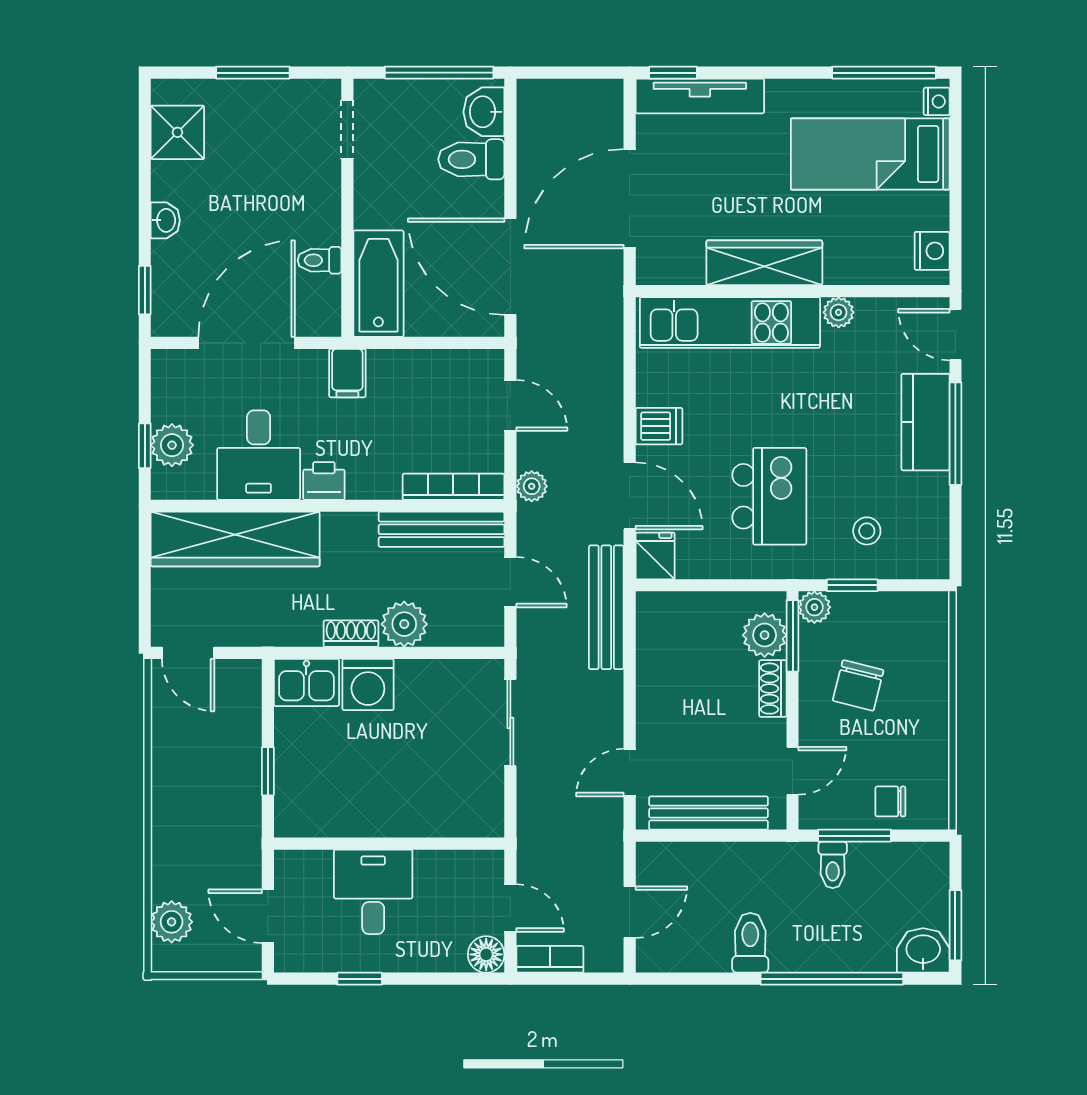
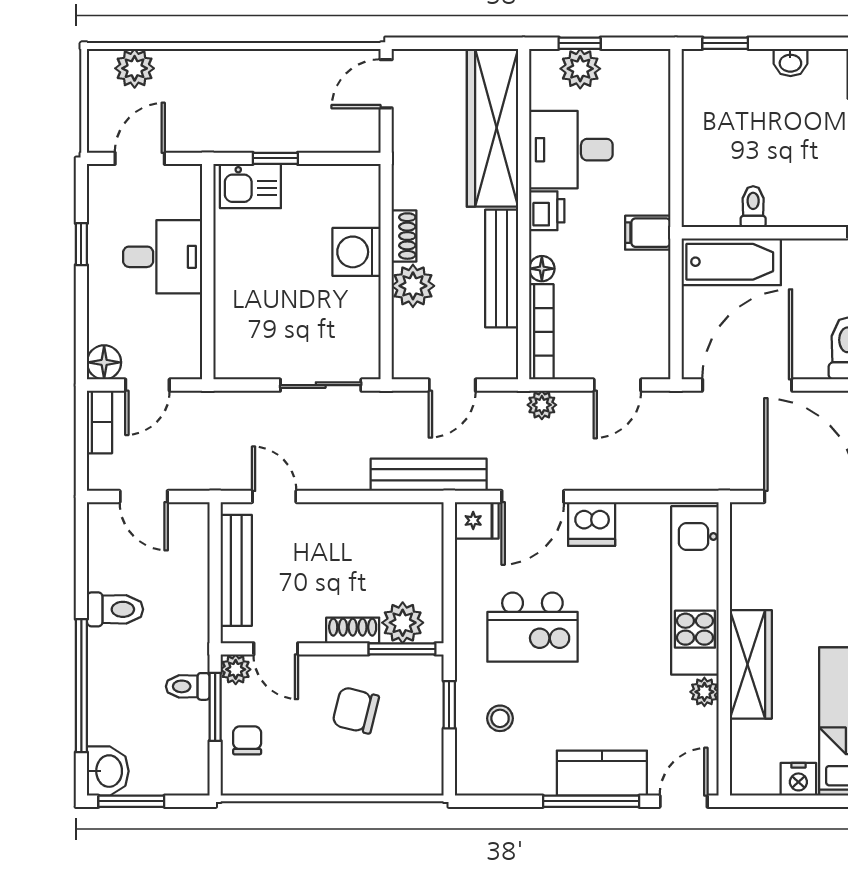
nightstand: (932, 251) -> (798, 779), moved
wardrobe: (764, 263) -> (751, 664), moved
door: (247, 343) -> (676, 138), removed
dishwasher: (659, 426) -> (592, 524), width x1.38
floor lamp: (386, 486) -> (542, 269), added
bench: (442, 529) -> (502, 268), moved
plant: (814, 607) -> (236, 669), moved
kitchen sink: (306, 682) -> (250, 186), moved, turned -90

